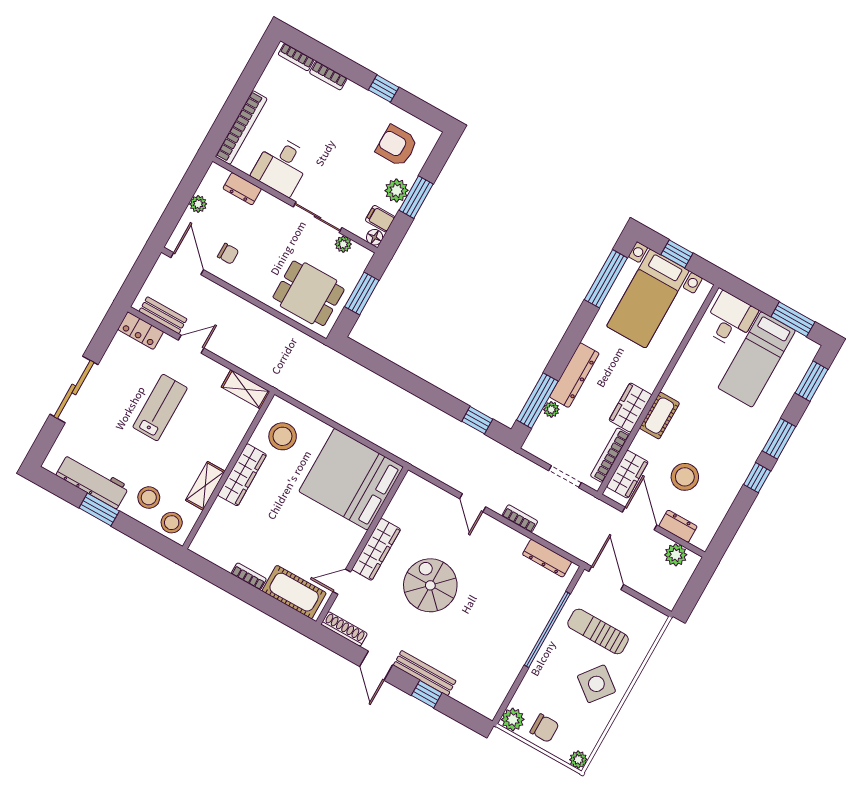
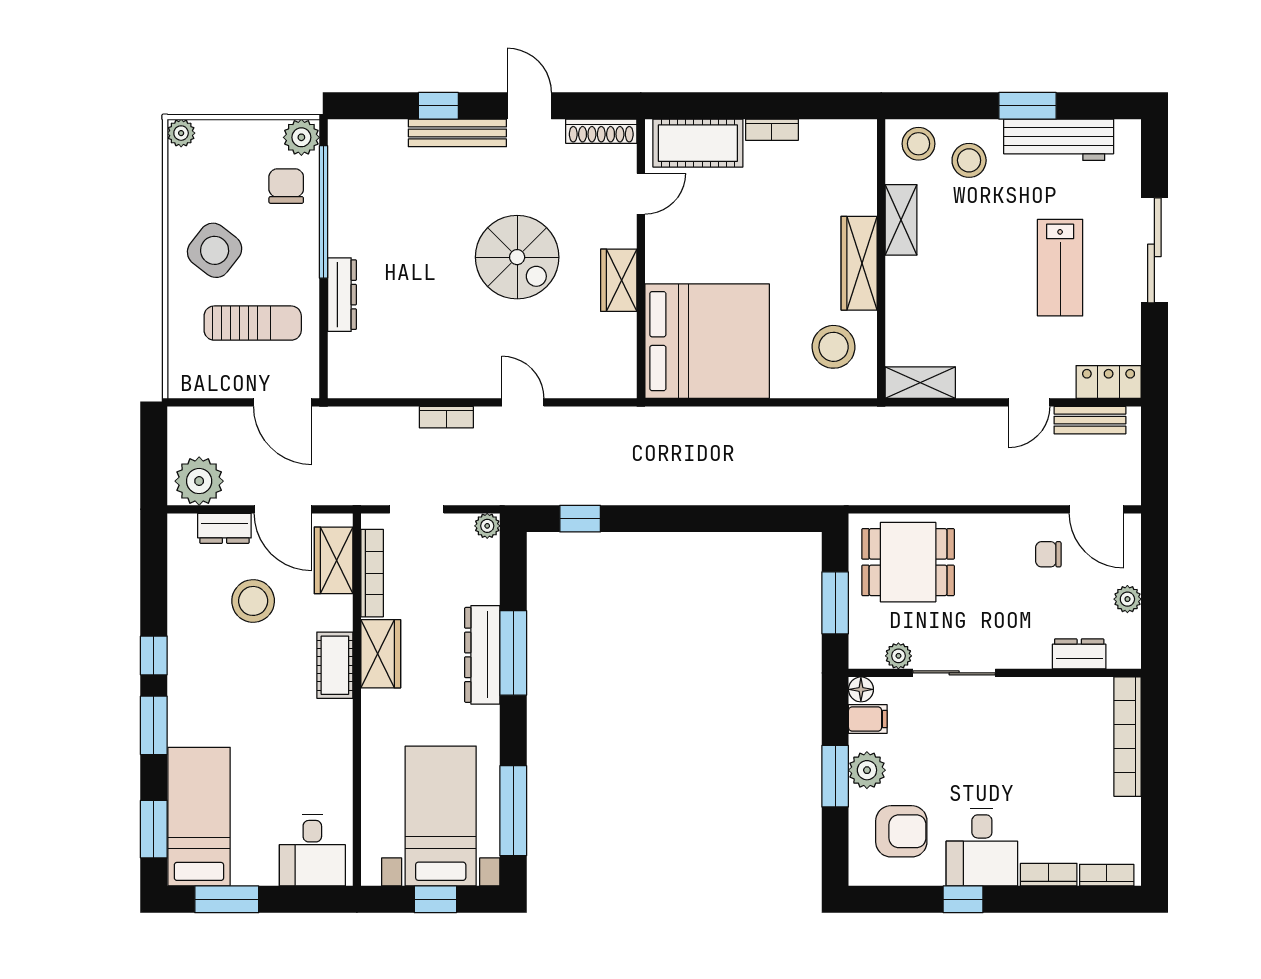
desk: (282, 166) -> (982, 847), moved, turned 180
bed: (757, 359) -> (199, 817), moved
window: (537, 401) -> (513, 653), moved
lab bench: (160, 408) -> (1060, 268), moved
plant: (551, 409) -> (487, 526), moved
wardrobe: (376, 549) -> (619, 280), width x0.67
plant: (676, 555) -> (199, 481), width x1.36, depth x1.36
dresser: (547, 558) -> (342, 295), moved, turned 90
window: (547, 630) -> (323, 212), moved
chair: (544, 728) -> (286, 186), moved, turned 90

